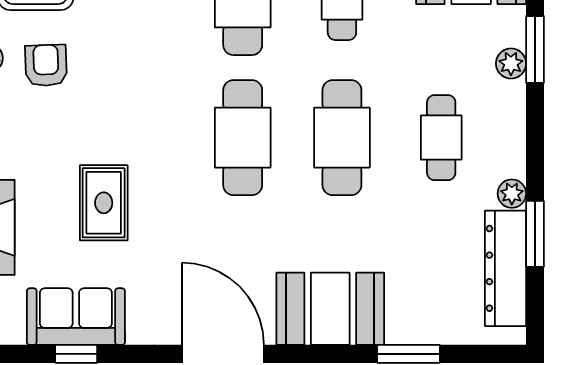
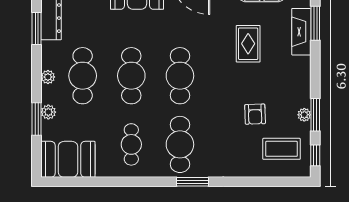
armchair: (46, 65) -> (255, 114), moved
cafe table: (441, 138) -> (83, 76), width x1.37, depth x1.35
plant: (512, 194) -> (48, 77), moved

